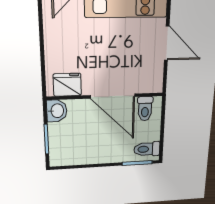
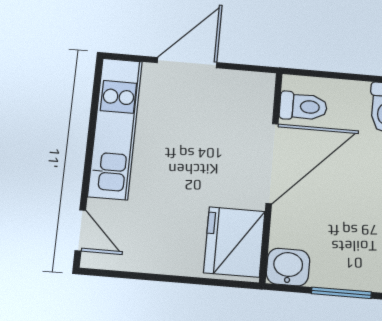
fridge: (67, 85) -> (234, 242), width x1.36, depth x1.34

